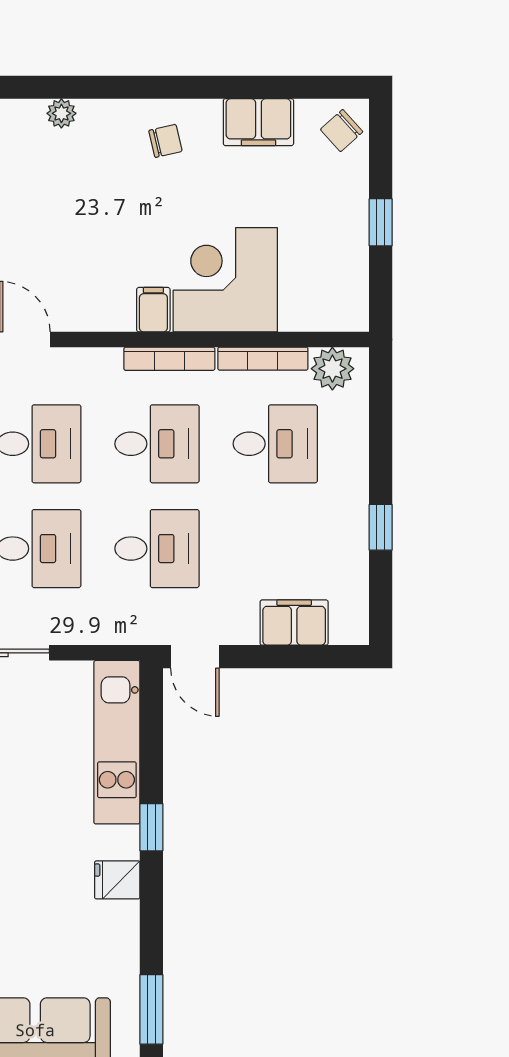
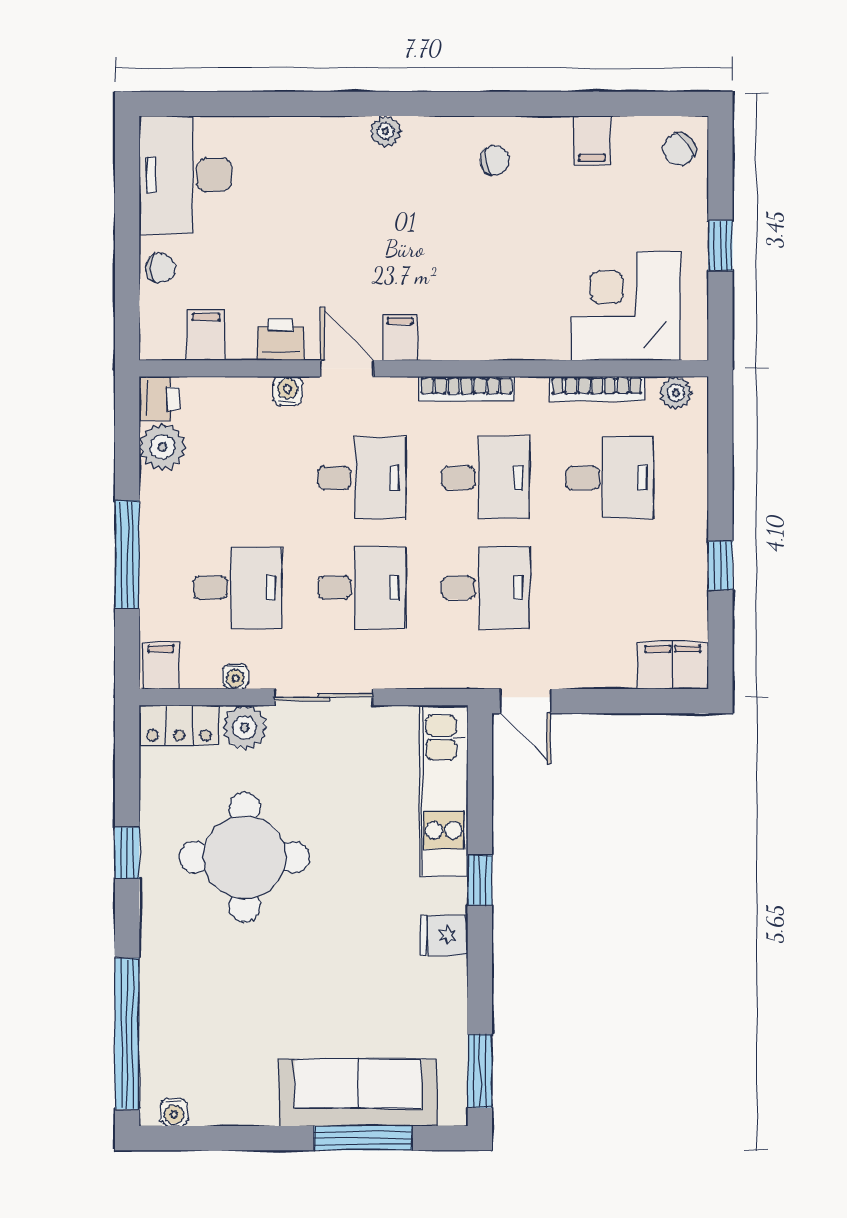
filing cabinet: (258, 122) -> (592, 141), width x0.50
corner desk: (225, 280) -> (625, 306), moved
filing cabinet: (153, 310) -> (400, 337), moved
bookcase: (169, 359) -> (467, 389), moved
plant: (332, 369) -> (676, 393), width x0.73, depth x0.73
filing cabinet: (294, 623) -> (673, 665), moved

